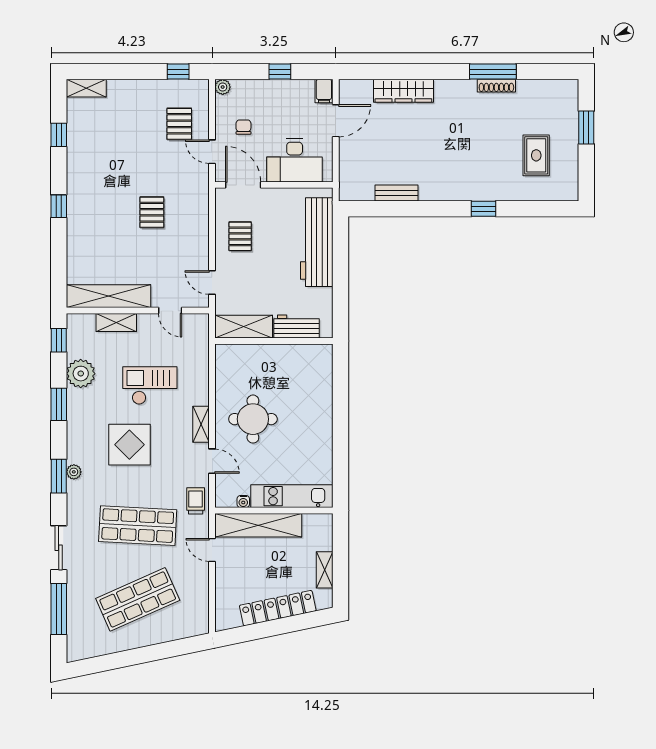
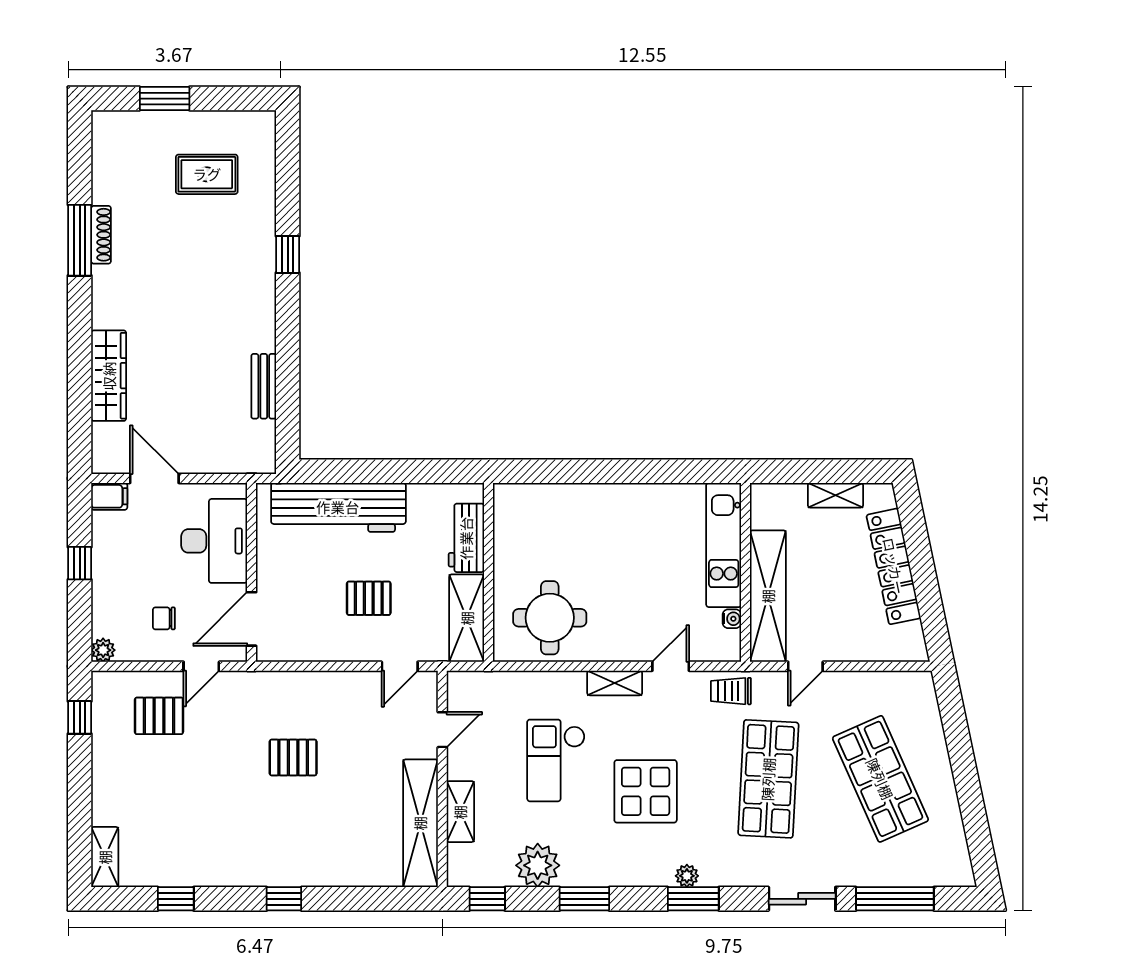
pallet: (240, 236) -> (369, 598), moved
round table: (253, 419) -> (550, 618), moved

